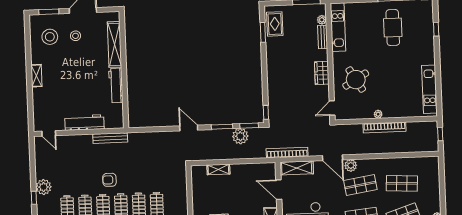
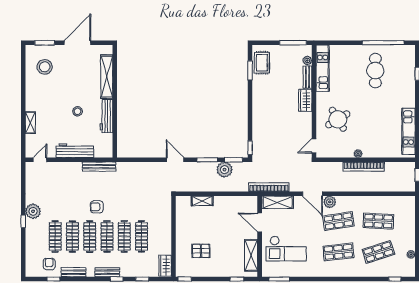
stool: (75, 36) -> (78, 111), moved
wardrobe: (322, 73) -> (305, 100), moved
shelving: (36, 76) -> (30, 123), moved
door: (49, 133) -> (40, 160), swing flipped

